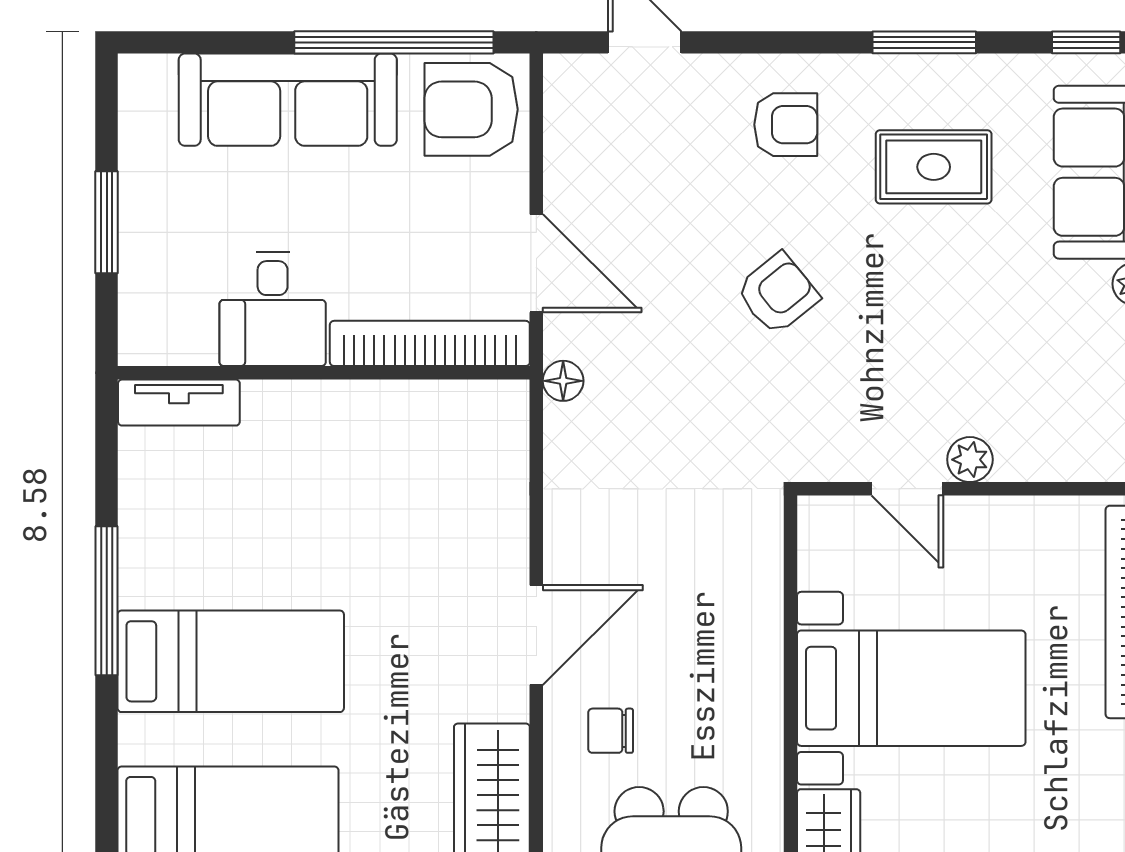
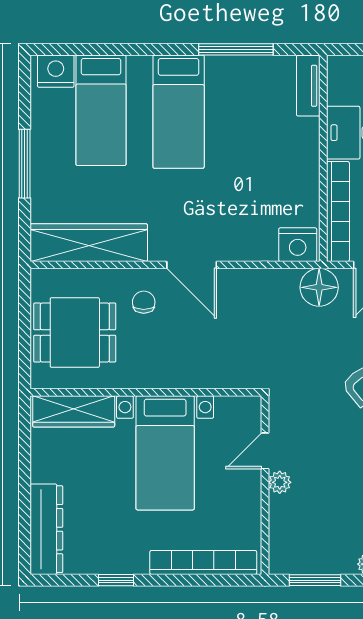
floor lamp: (563, 381) -> (319, 287), width x1.89, depth x1.89
nightstand: (496, 424) -> (298, 245), added
window: (107, 601) -> (236, 49), moved

